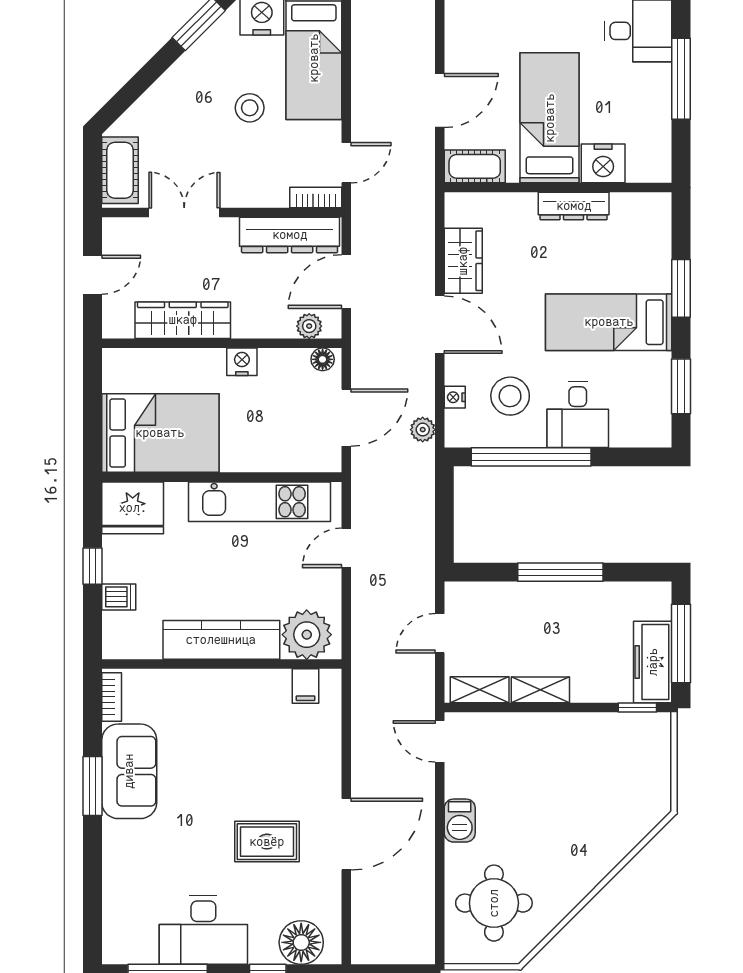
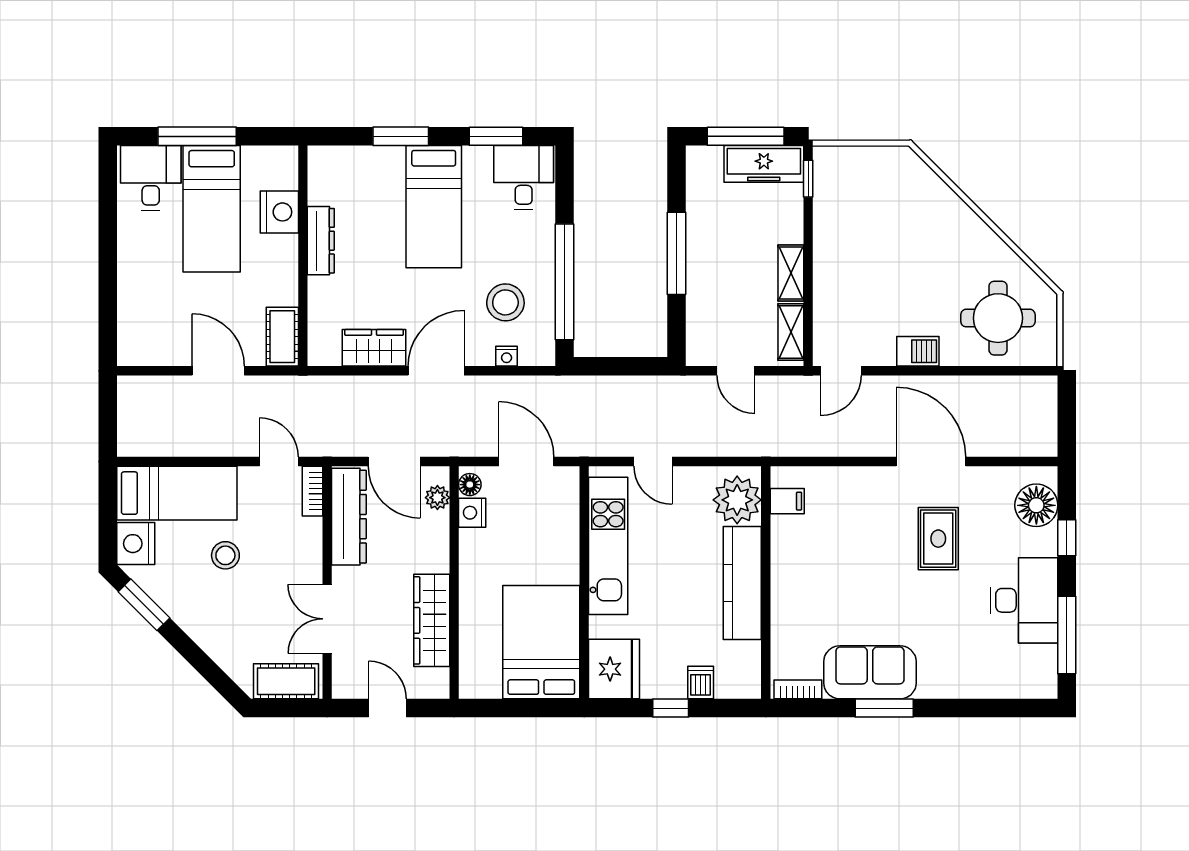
bed: (550, 118) -> (212, 209), moved, turned -90
nightstand: (242, 362) -> (472, 513), moved
desk: (578, 414) -> (524, 178), moved, turned -90
plant: (423, 430) -> (538, 387), removed

